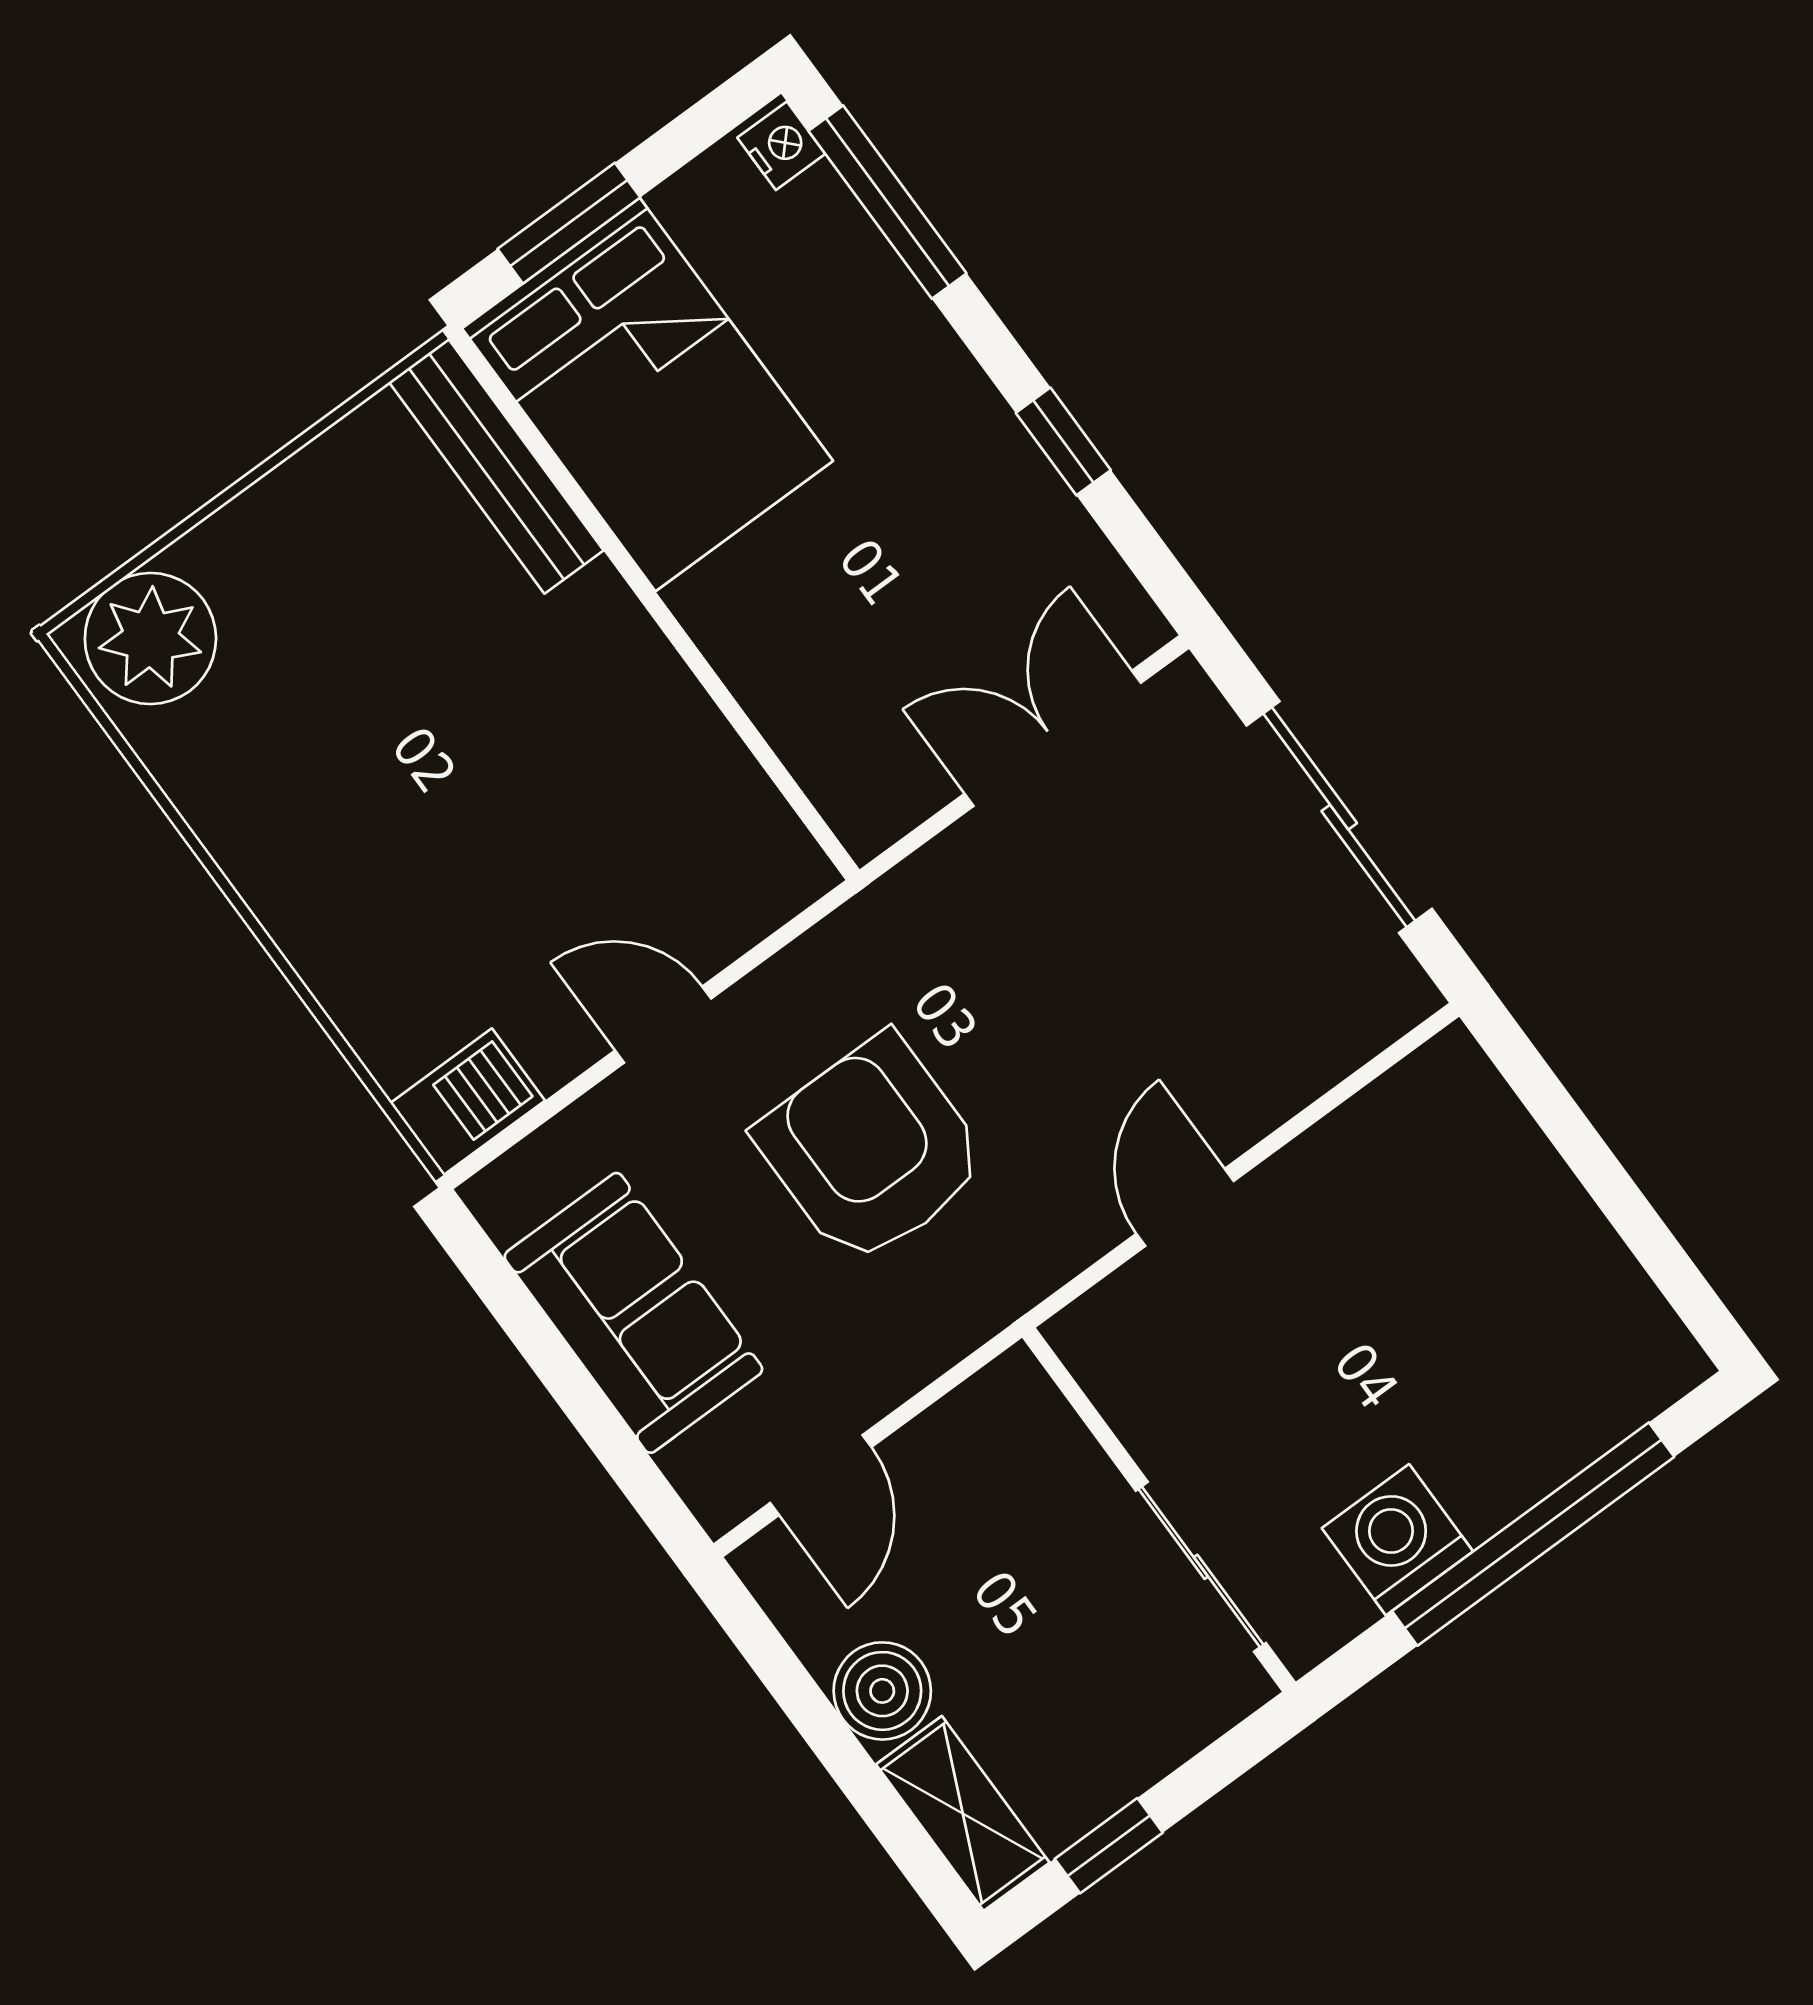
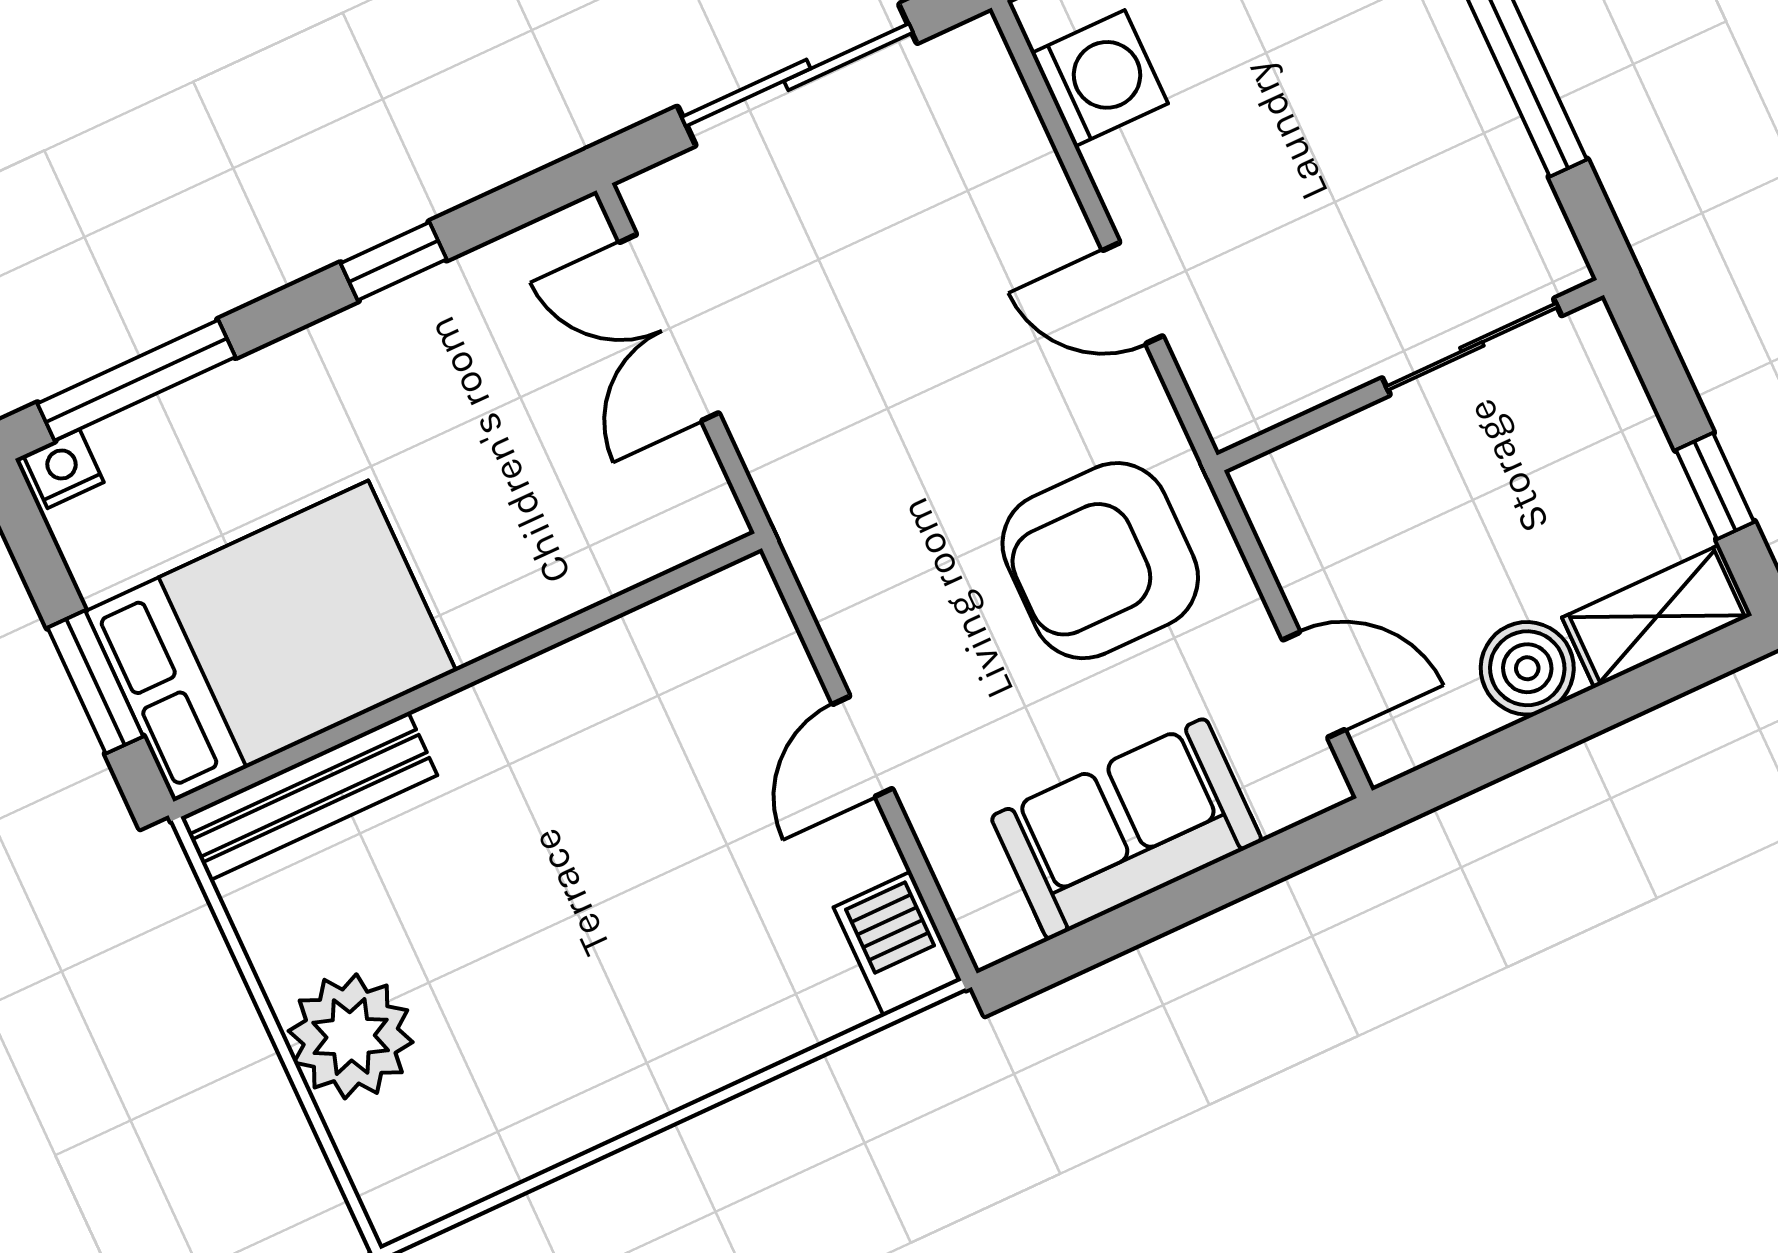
plant: (150, 638) -> (351, 1036), moved
armchair: (872, 1150) -> (1100, 561), moved
washing machine: (1397, 1540) -> (1099, 78), moved, turned 180

